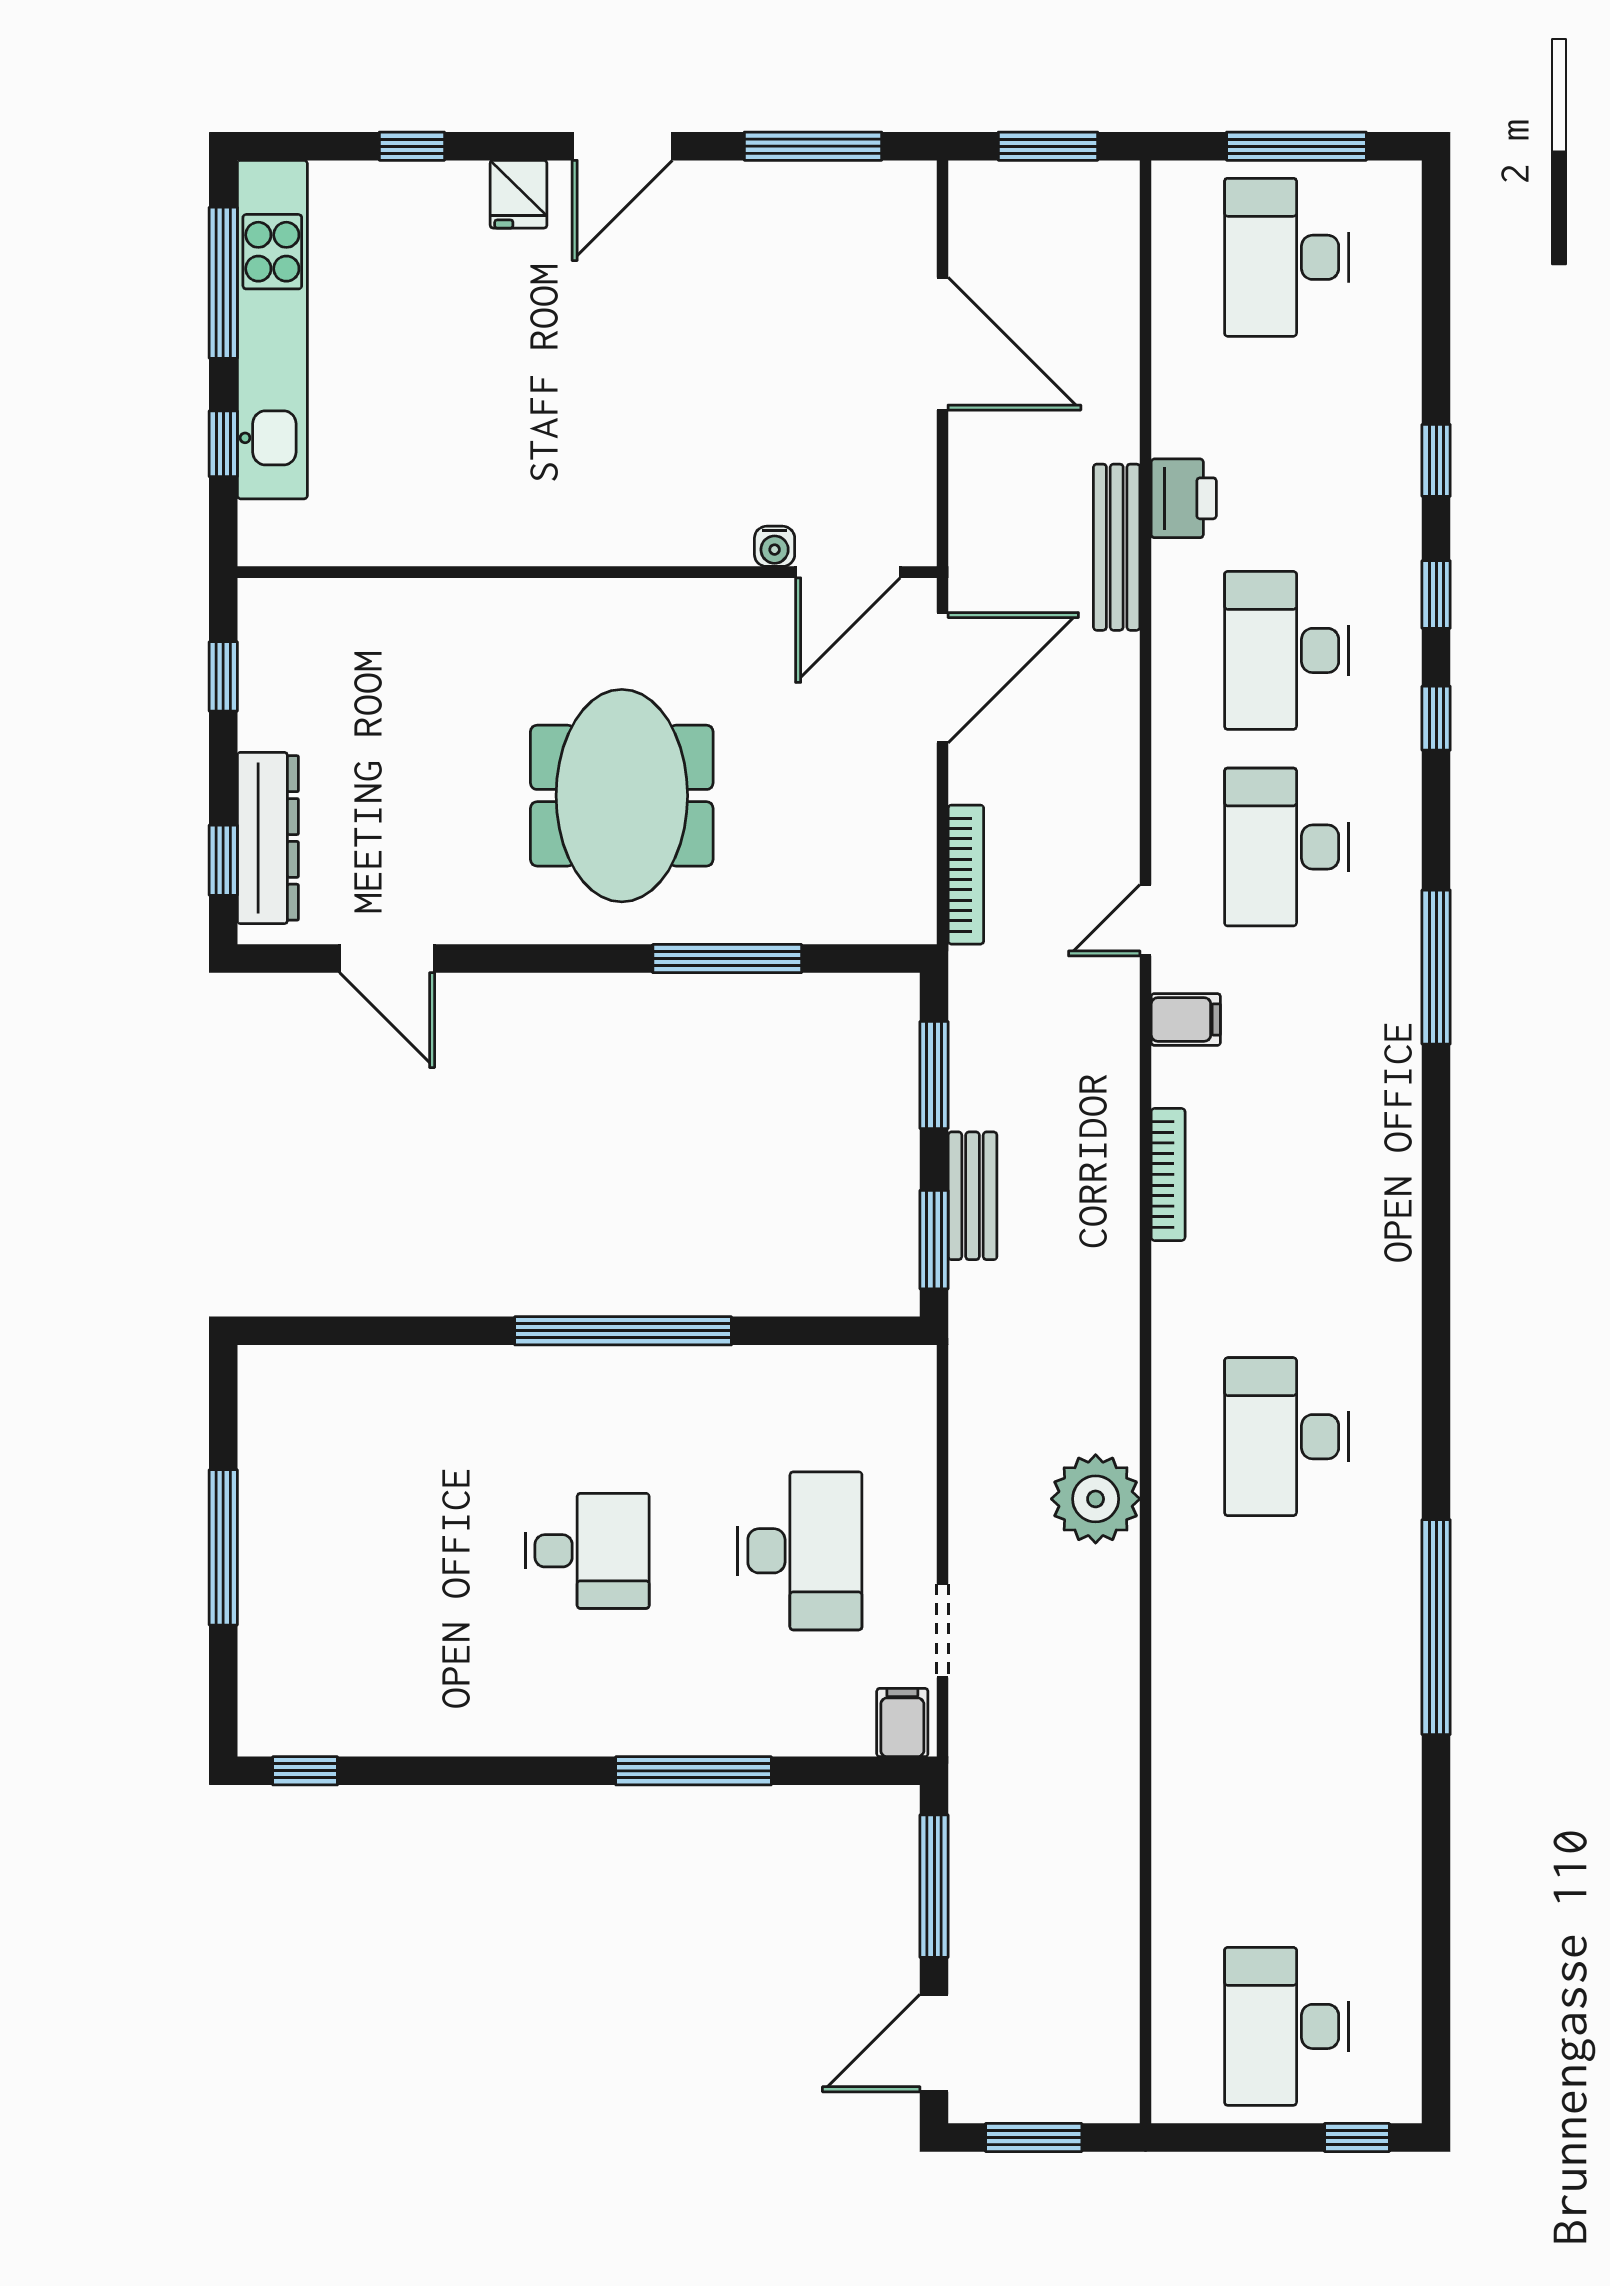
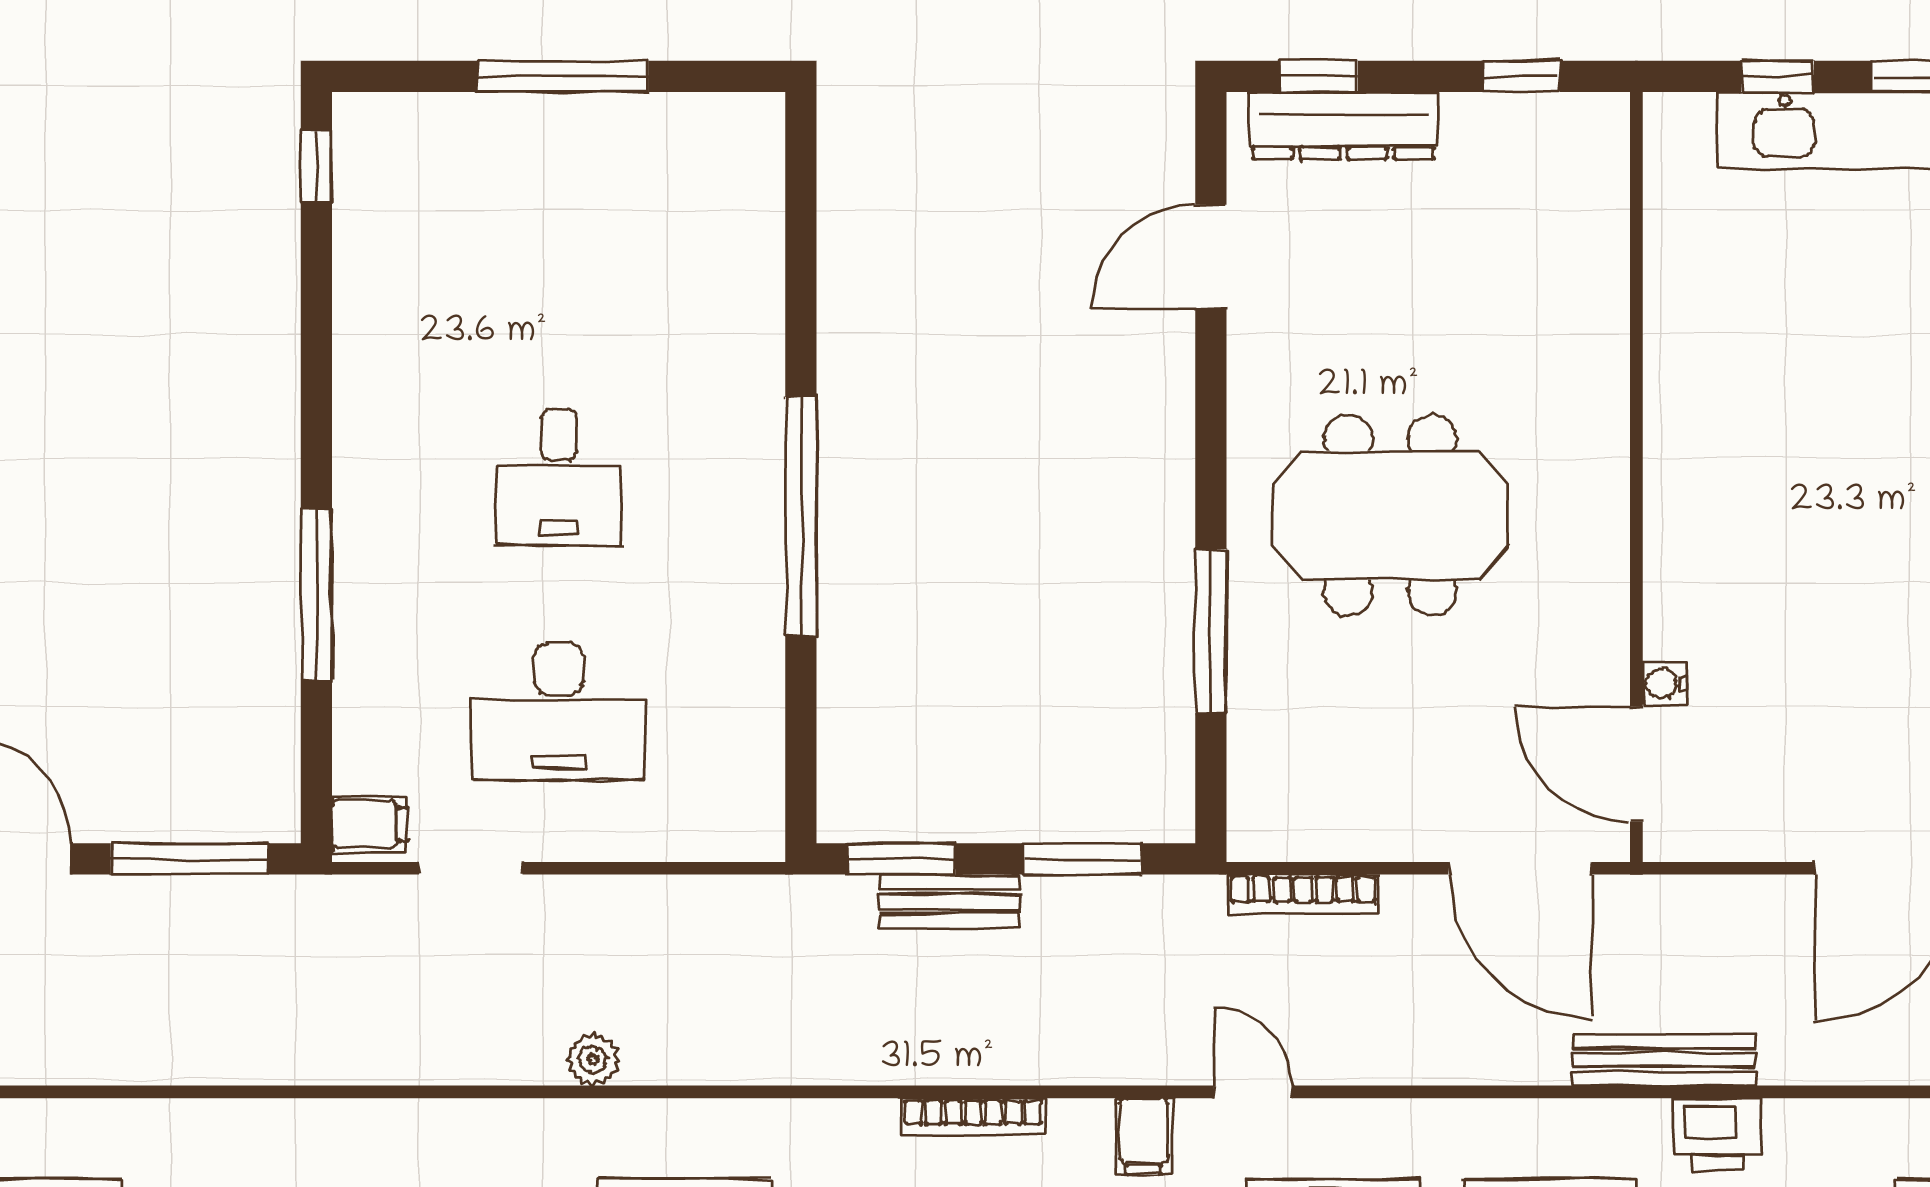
plant: (1096, 1499) -> (593, 1060), width x0.53, depth x0.53

